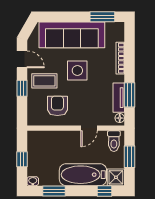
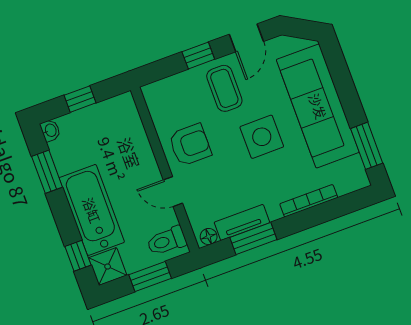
armchair: (57, 106) -> (190, 145), moved

